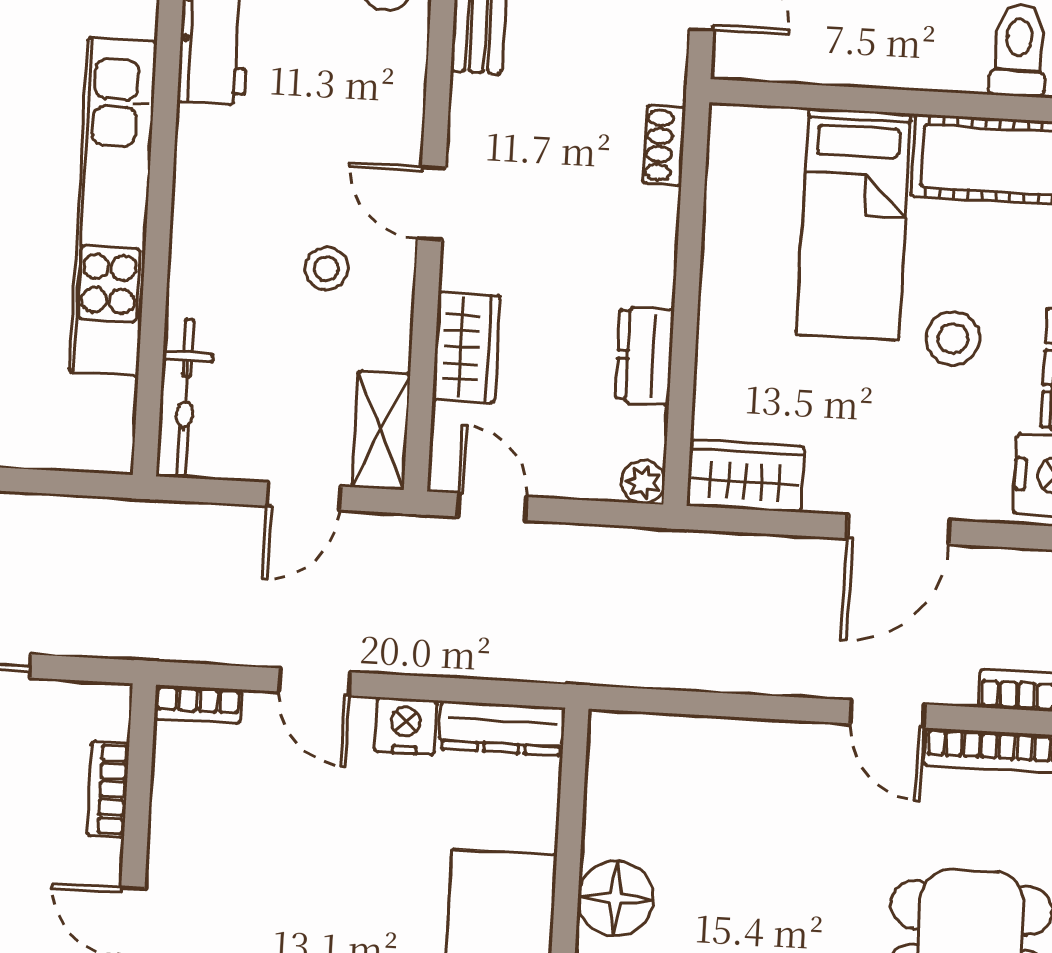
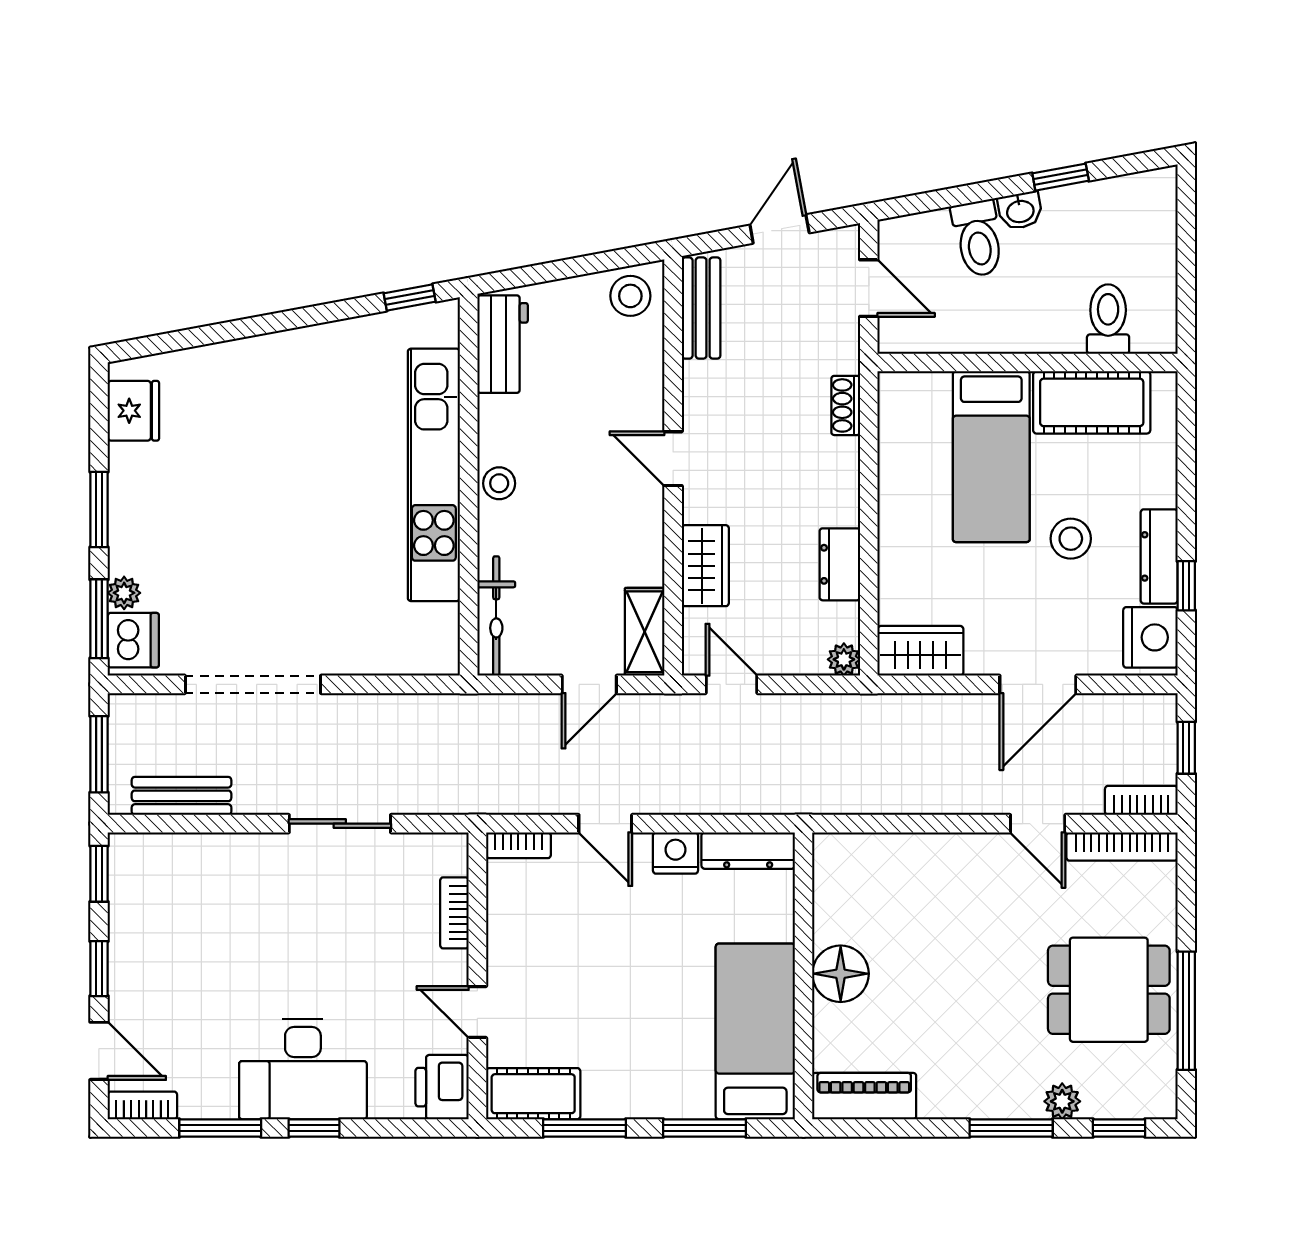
stool: (327, 269) -> (499, 483), moved

